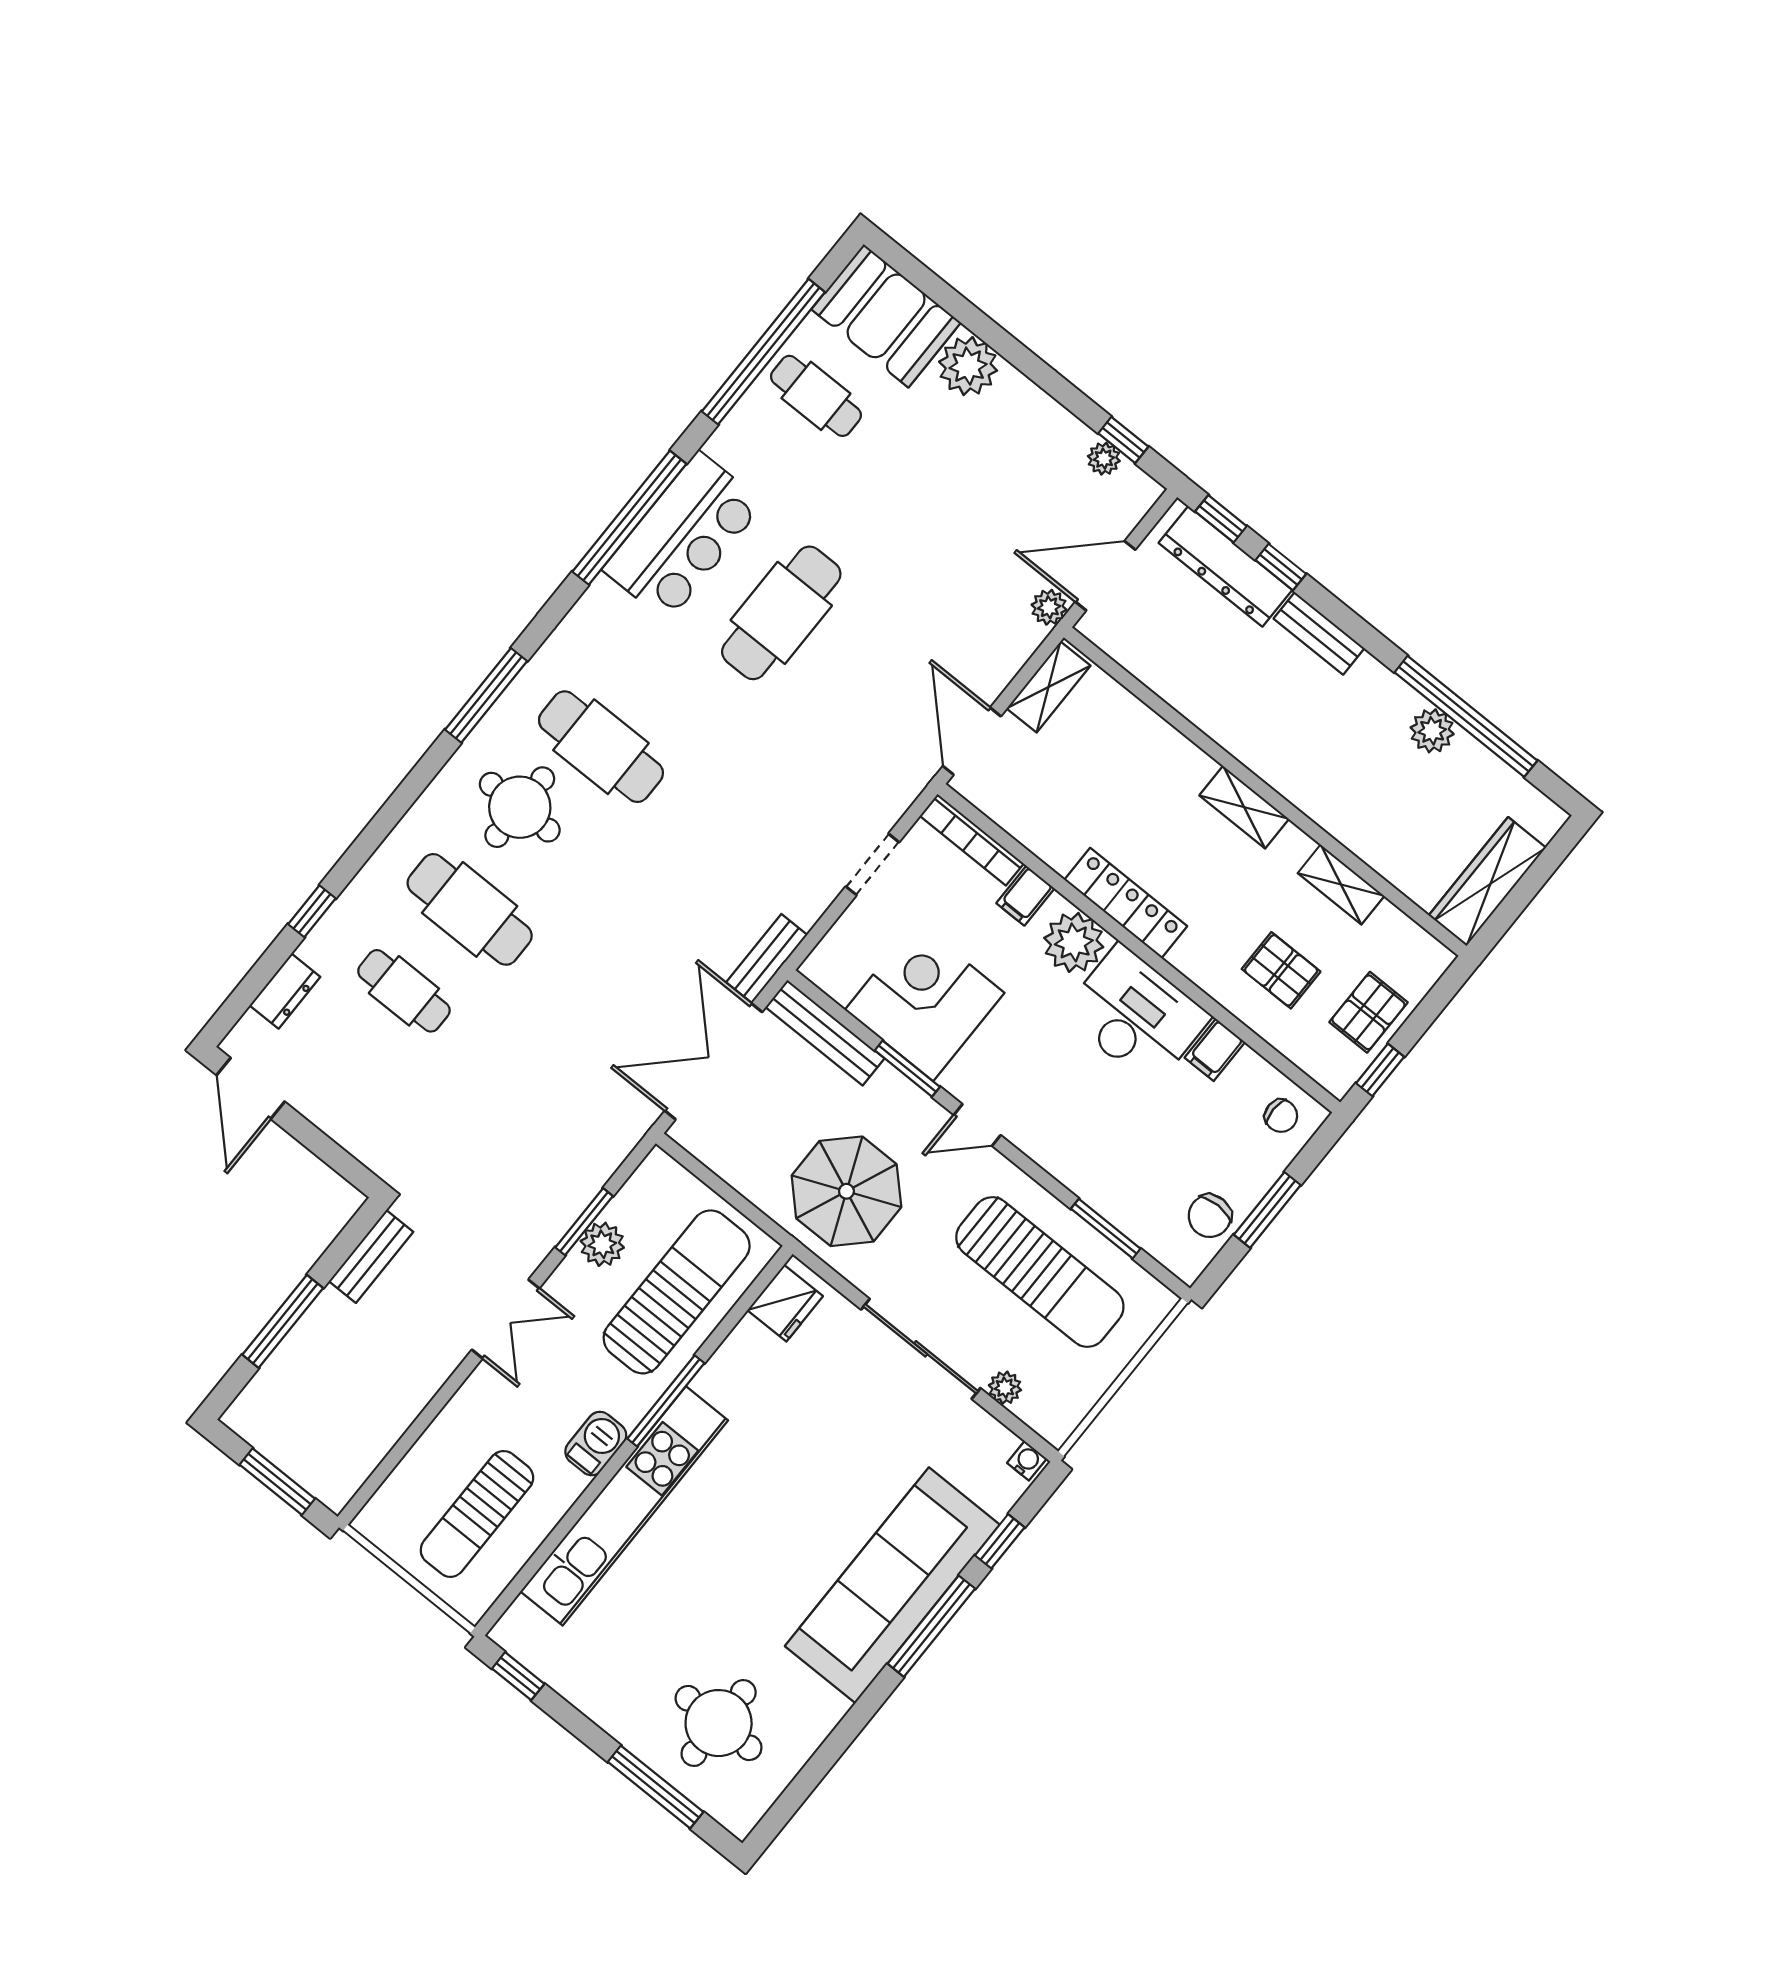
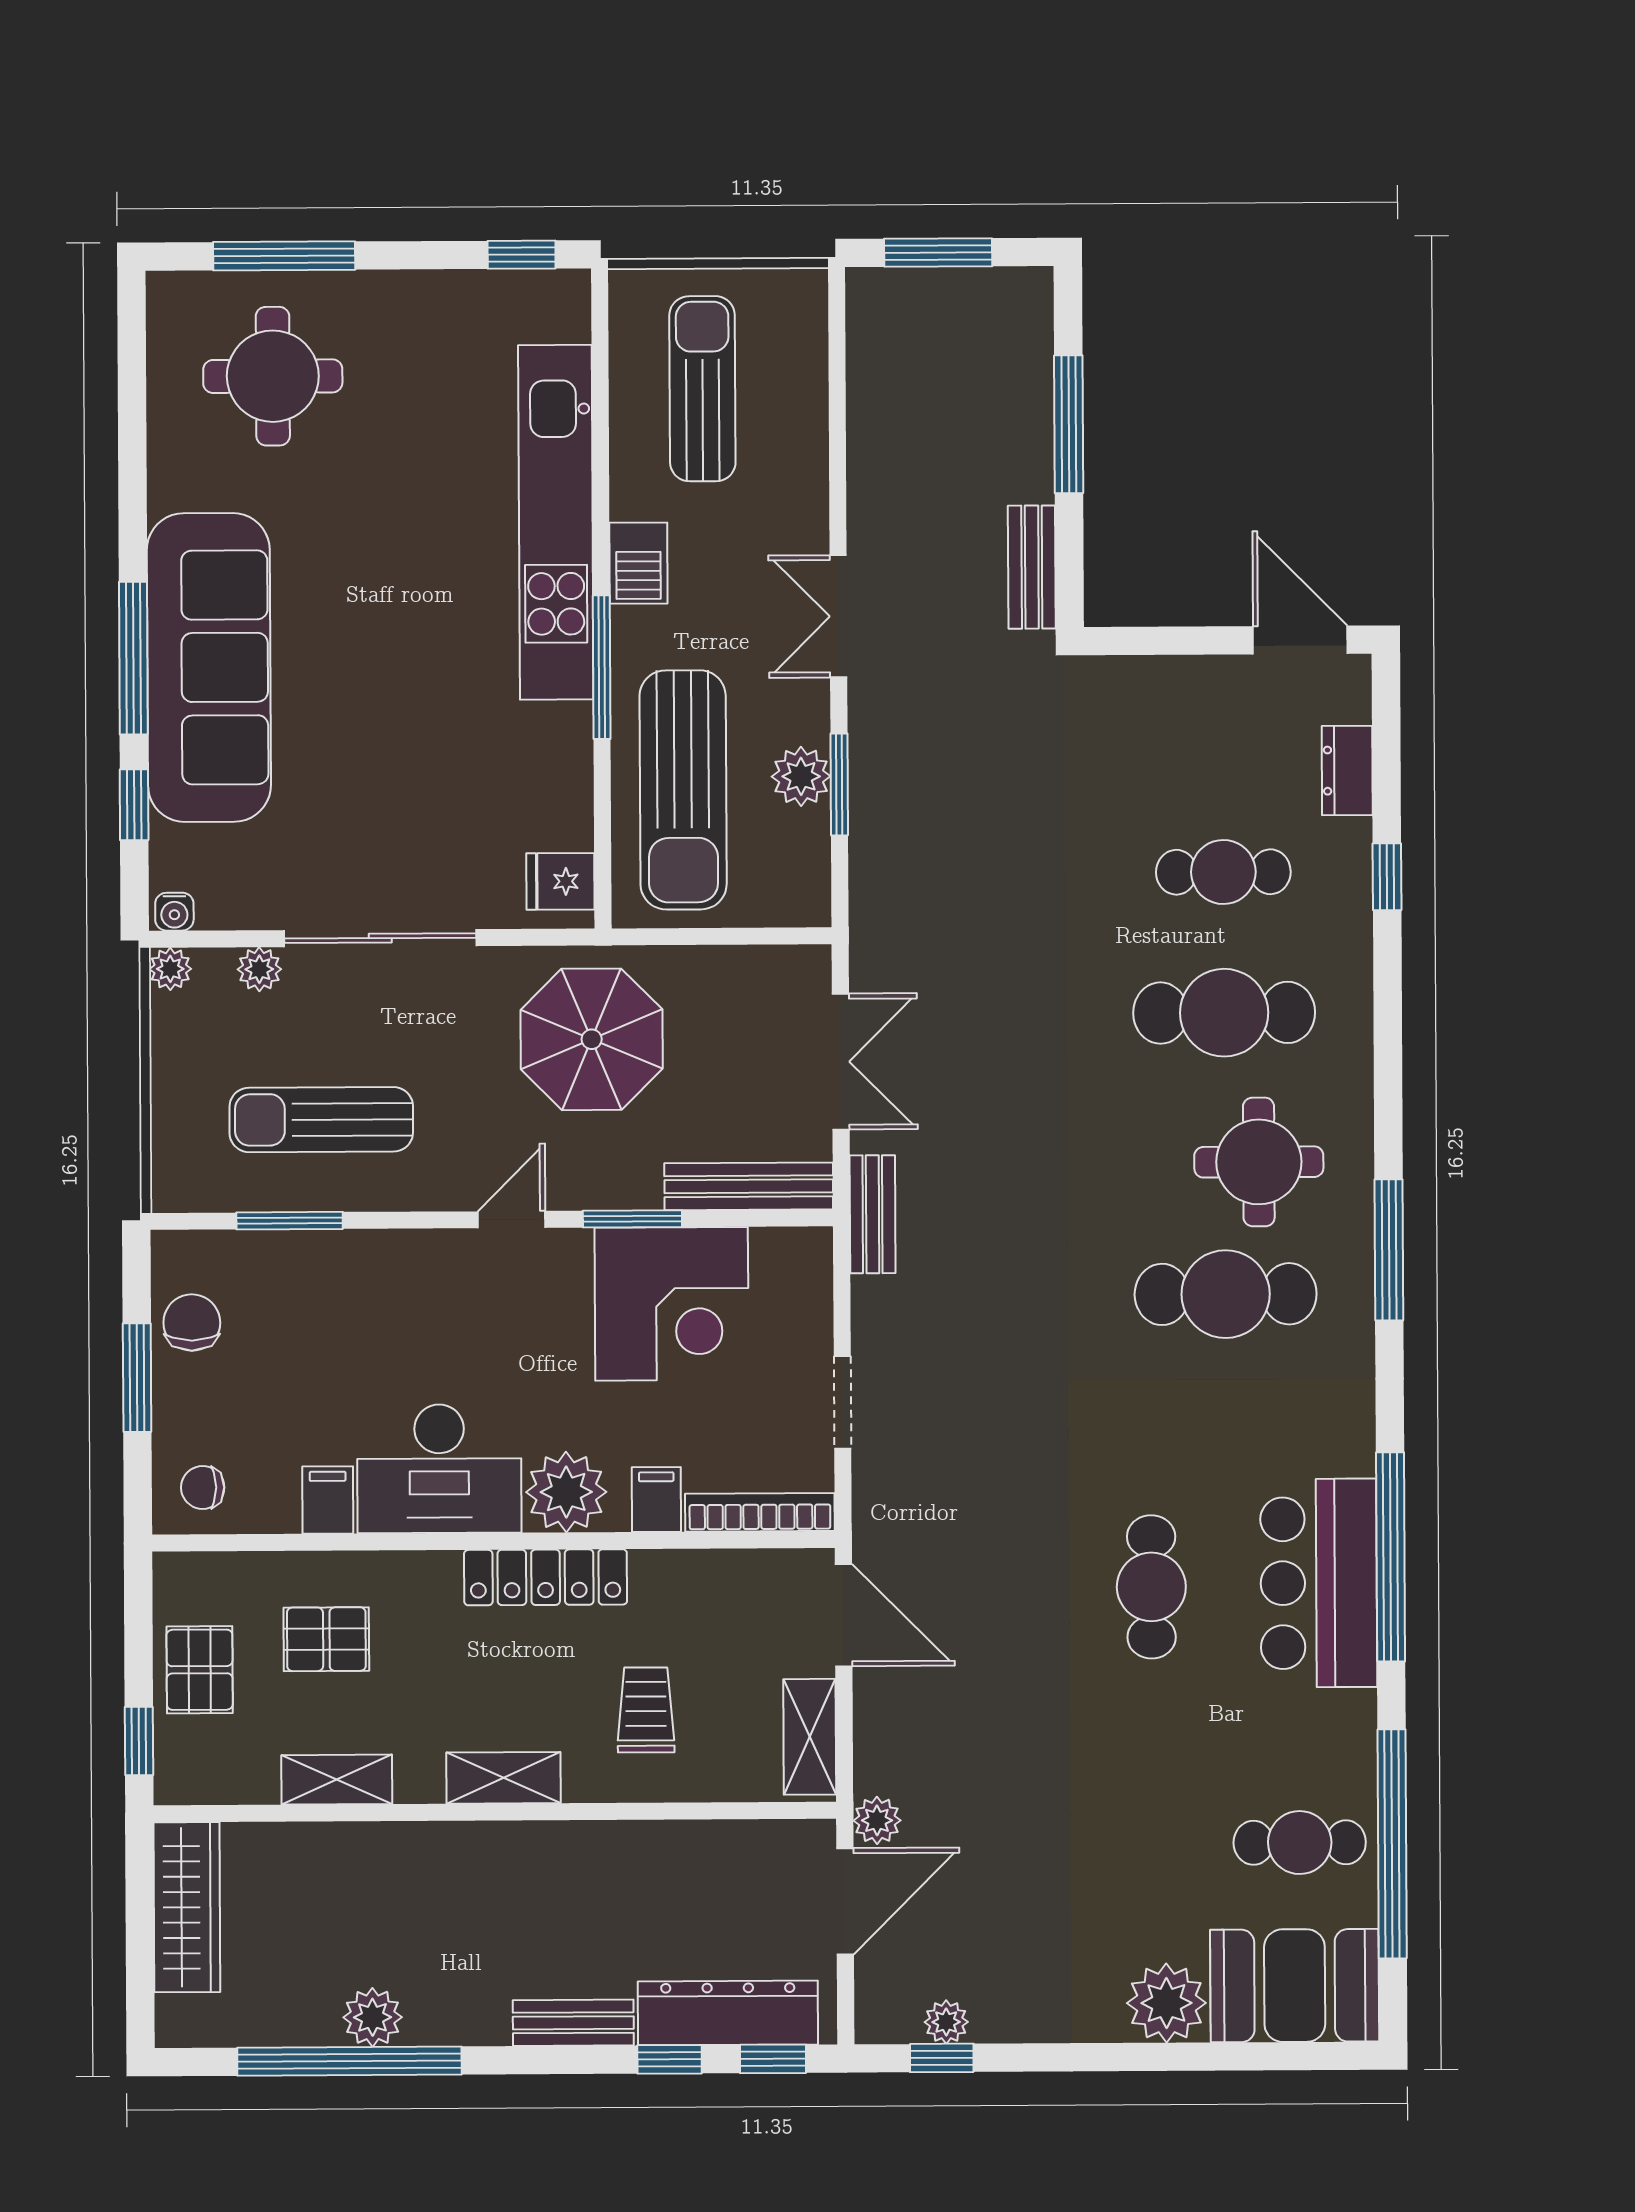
cafe table: (781, 613) -> (1151, 1587), width x0.73, depth x0.74
trolley: (1130, 779) -> (646, 1710), added
double door: (713, 1061) -> (841, 1062), width x0.73
window: (1380, 1070) -> (139, 1741), moved
sun lounger: (1040, 1272) -> (321, 1120), width x0.73, depth x0.75
fridge: (785, 1303) -> (560, 881), width x0.72
plant: (1056, 1430) -> (170, 969), added

